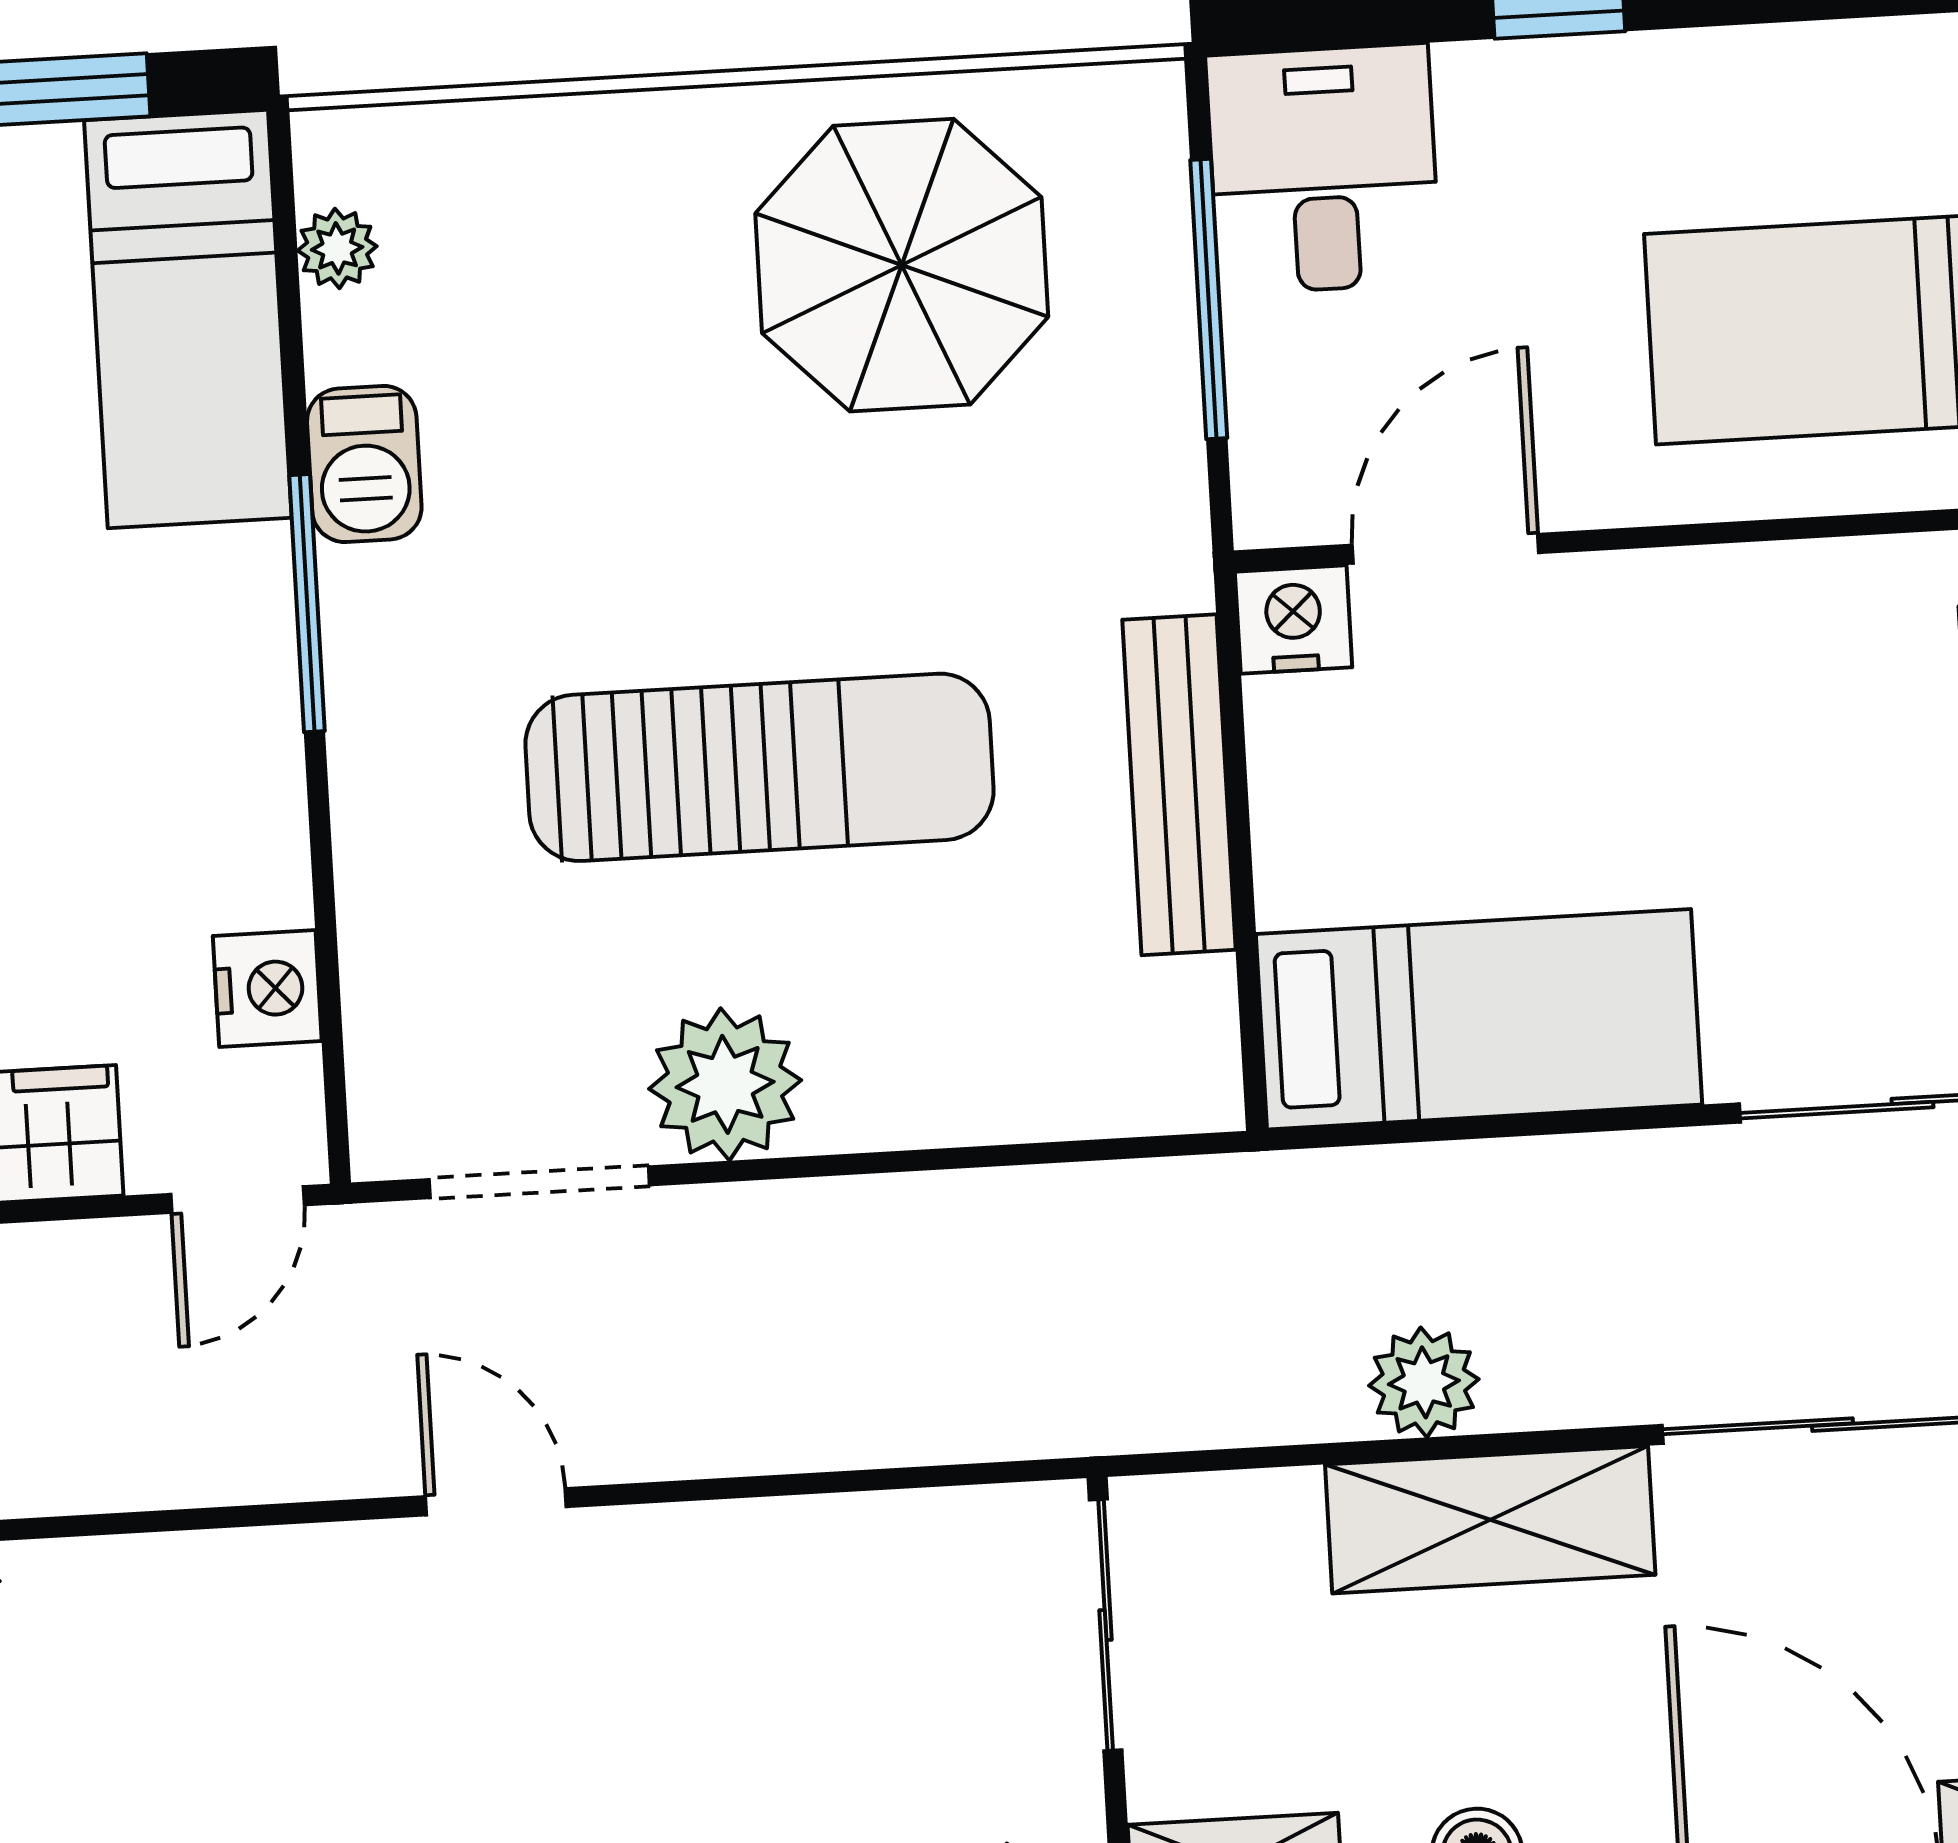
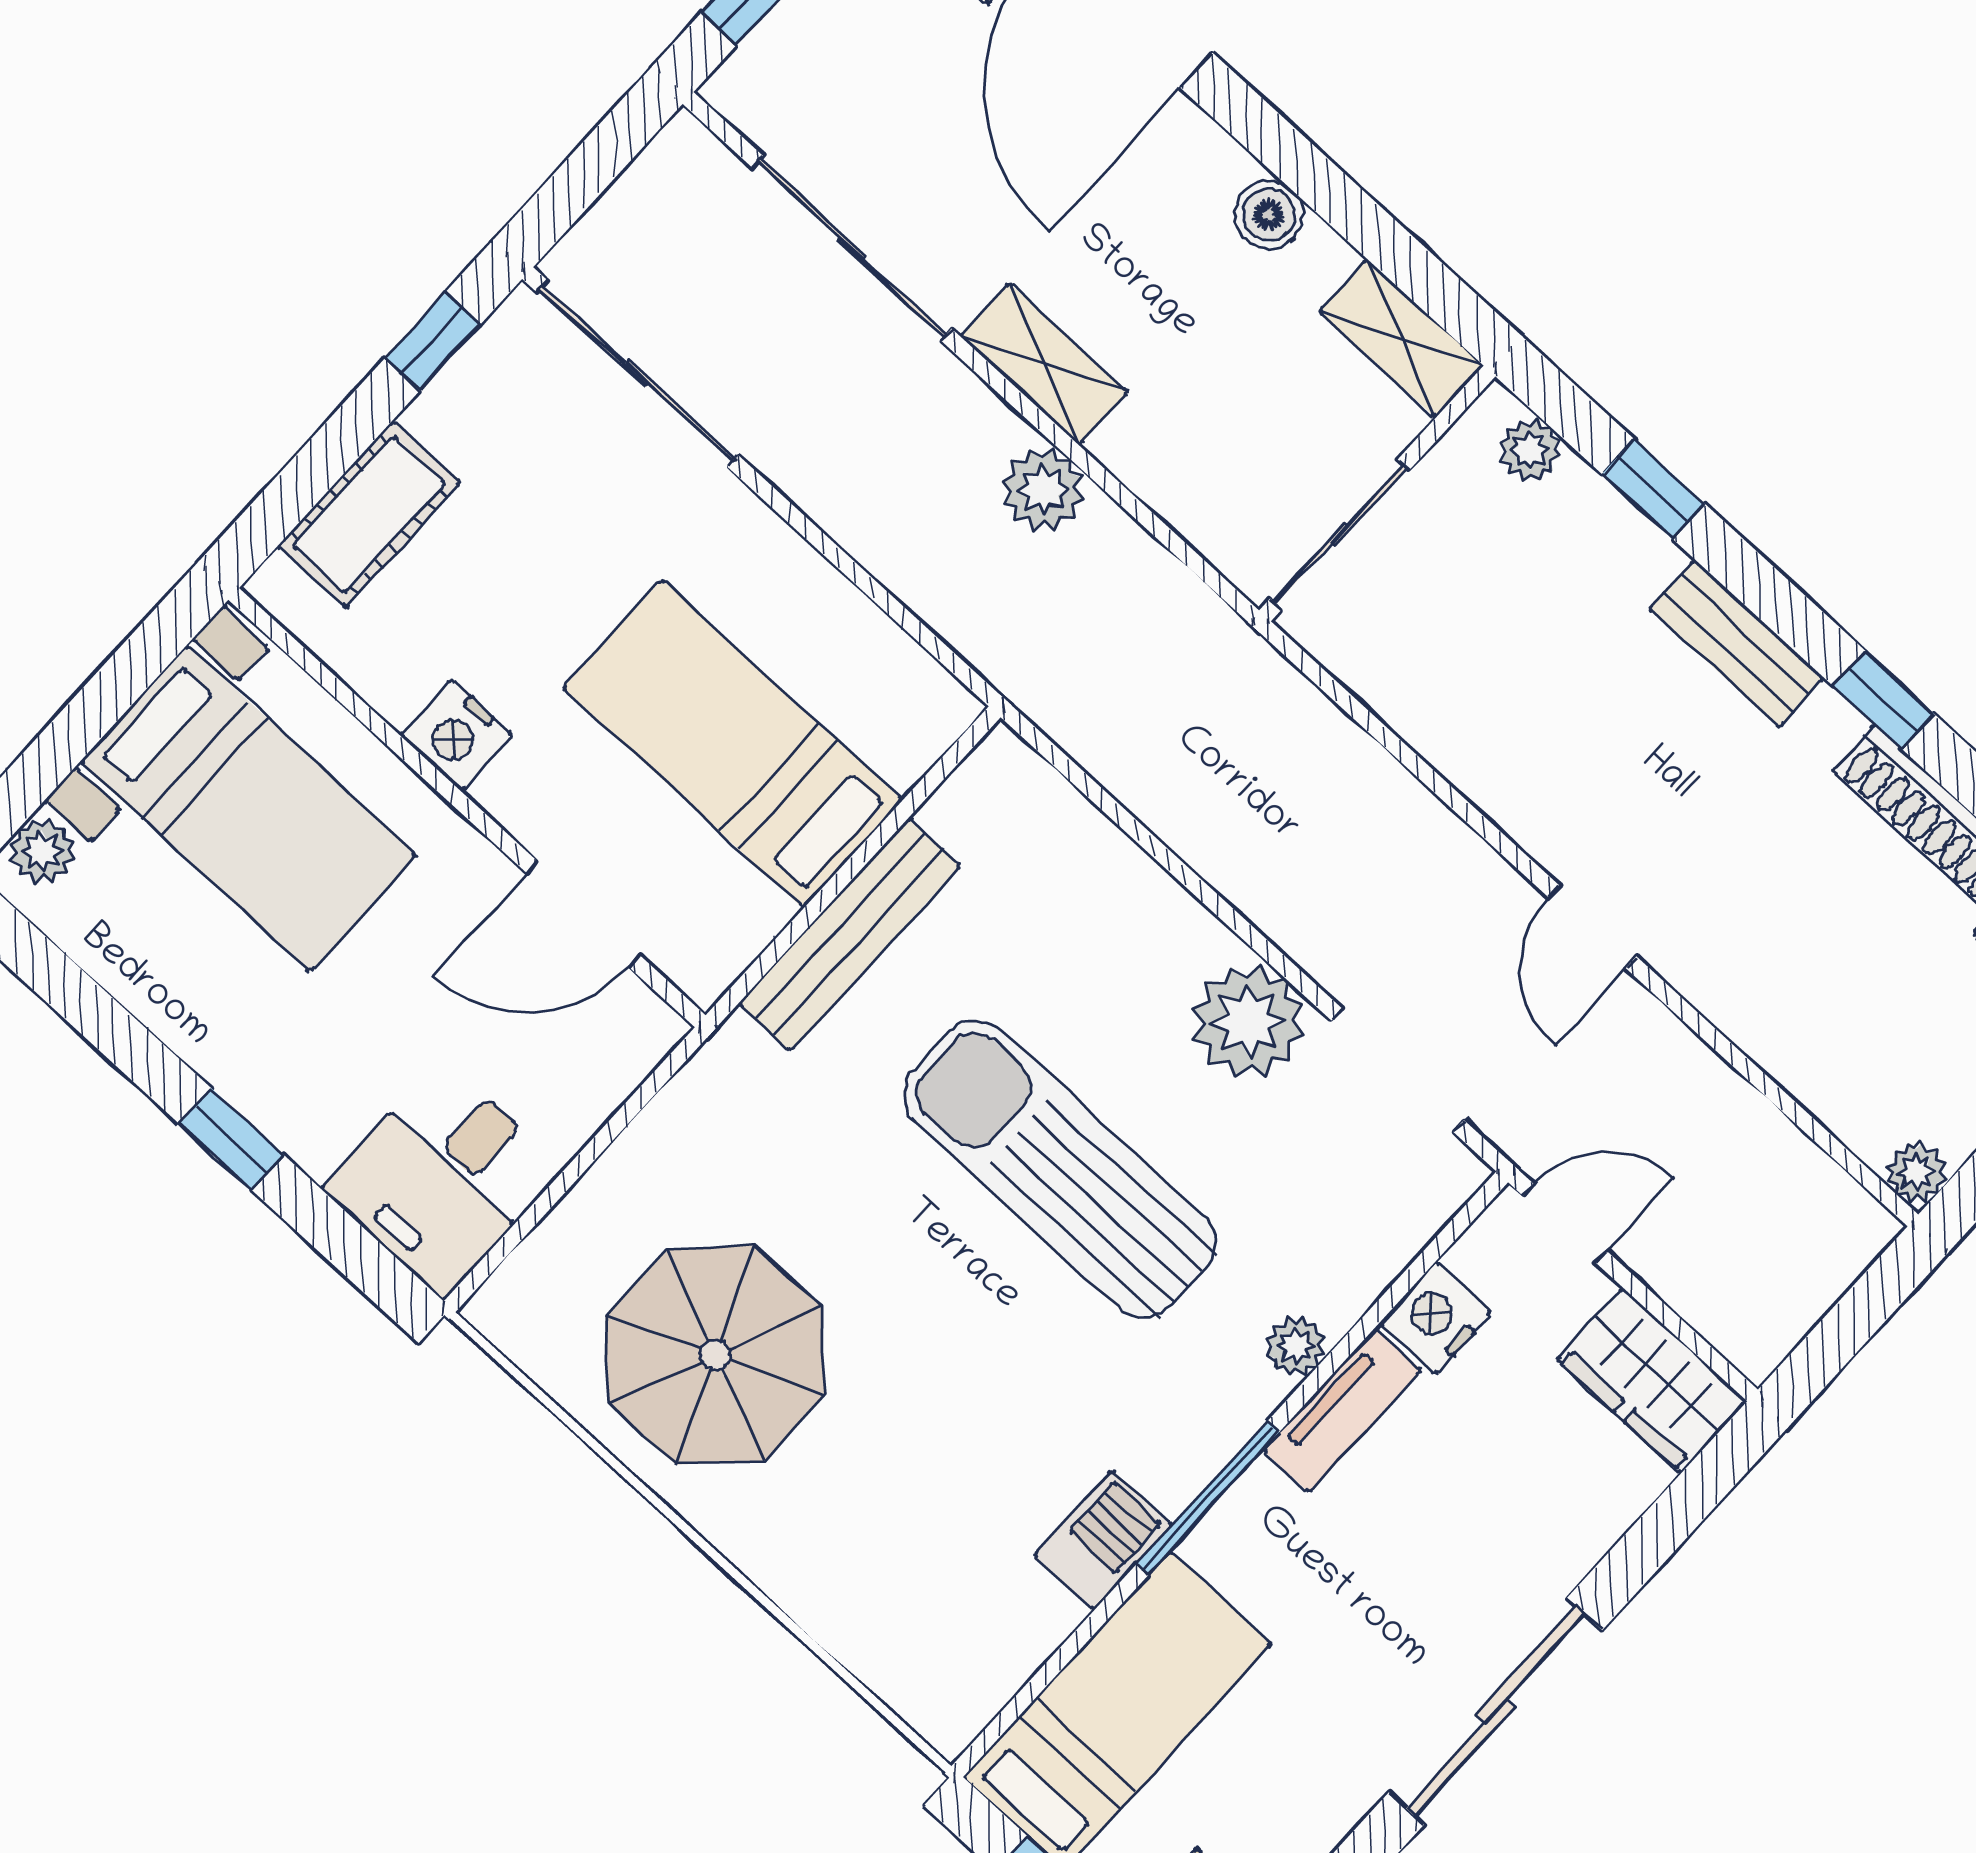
plant: (337, 248) -> (1296, 1346), moved
window: (1209, 299) -> (573, 1172), removed
nightstand: (1294, 620) -> (457, 735), moved
tv unit: (266, 813) -> (1342, 1410), added
bed: (1479, 1019) -> (733, 744), moved
shelving: (1490, 1520) -> (1044, 364), width x0.67, depth x0.75

